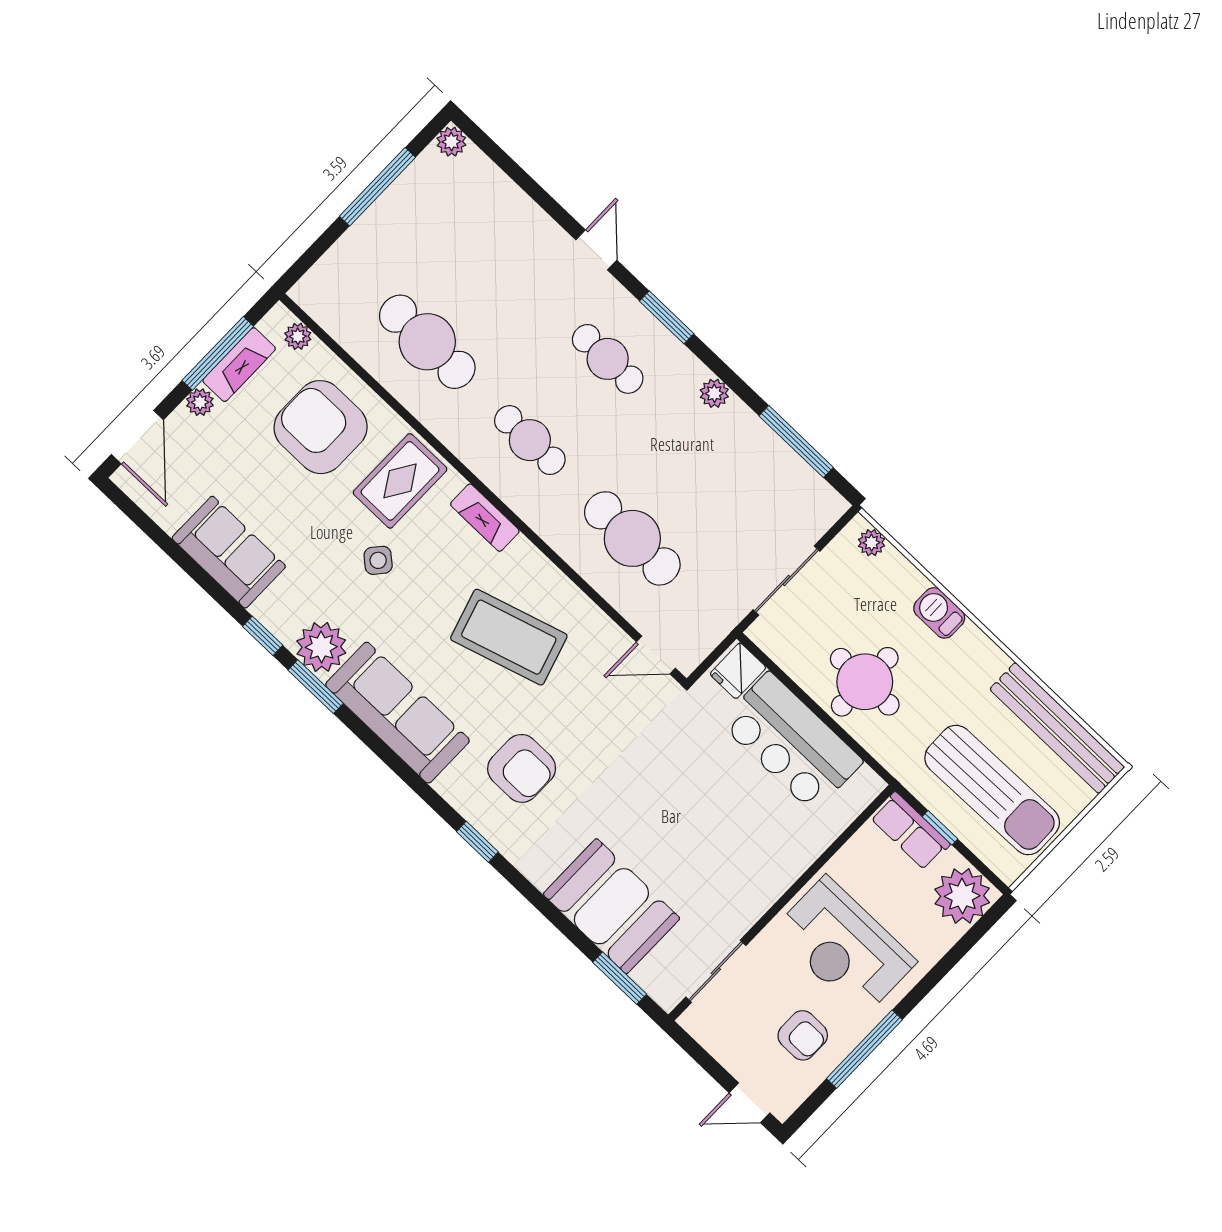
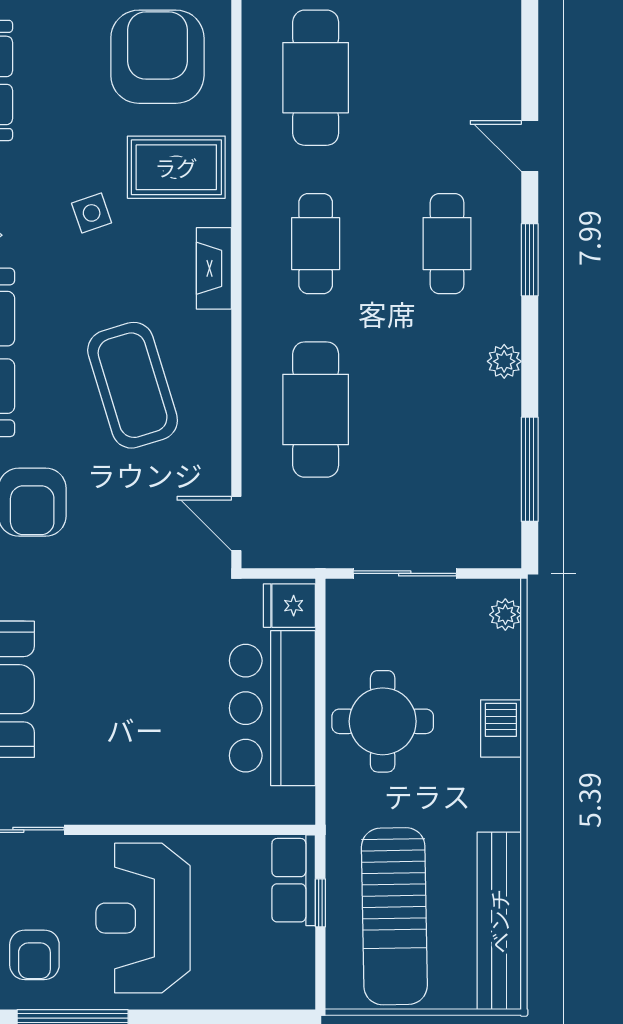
door: (596, 250) -> (530, 146), swing flipped
side table: (378, 560) -> (92, 213), turned 31
plant: (962, 896) -> (281, 977), removed

